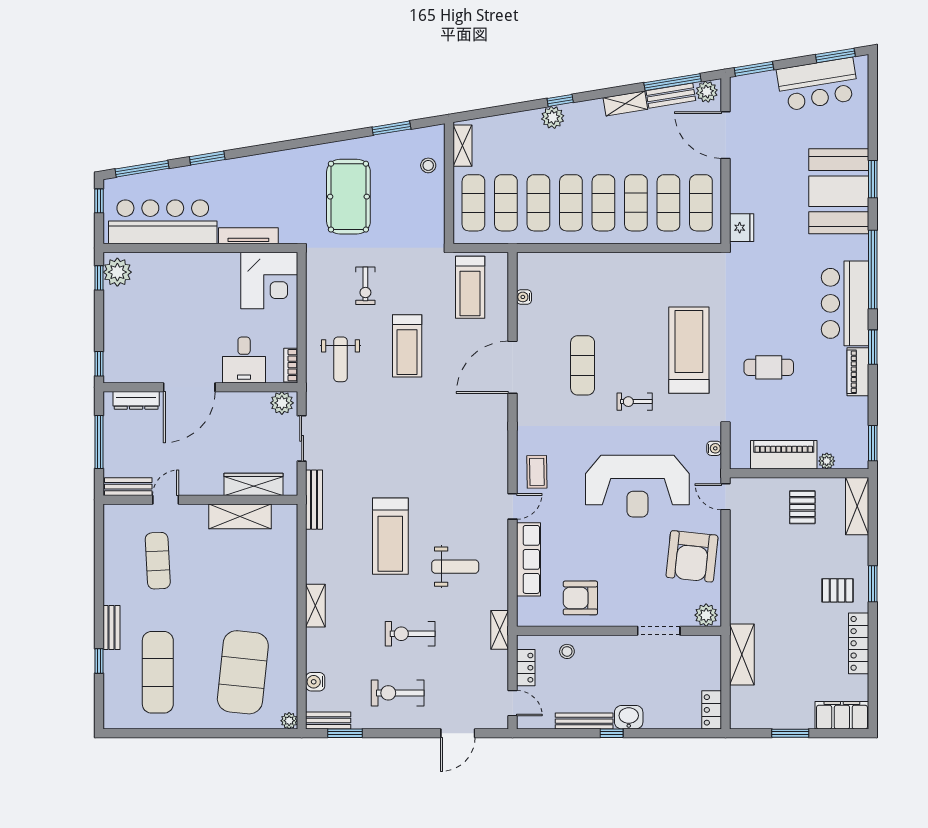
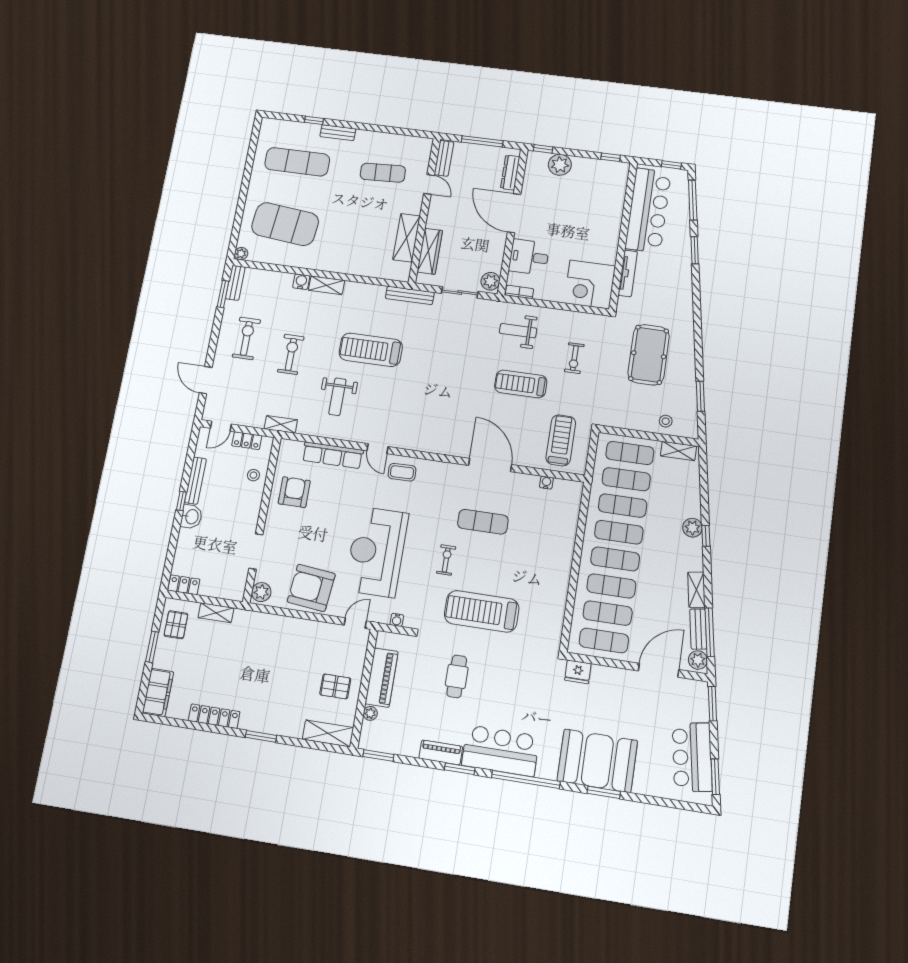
pool table: (348, 197) -> (649, 355), turned 90
plant: (117, 272) -> (560, 165), moved
exercise bike: (365, 286) -> (574, 358), turned -90
treadmill: (470, 287) -> (561, 440), turned 90
treadmill: (689, 350) -> (482, 611), turned 180
pallet: (838, 590) -> (176, 625), moved
shelving: (742, 654) -> (216, 613), width x0.67, depth x0.75
water cooler: (315, 682) -> (301, 282), moved

